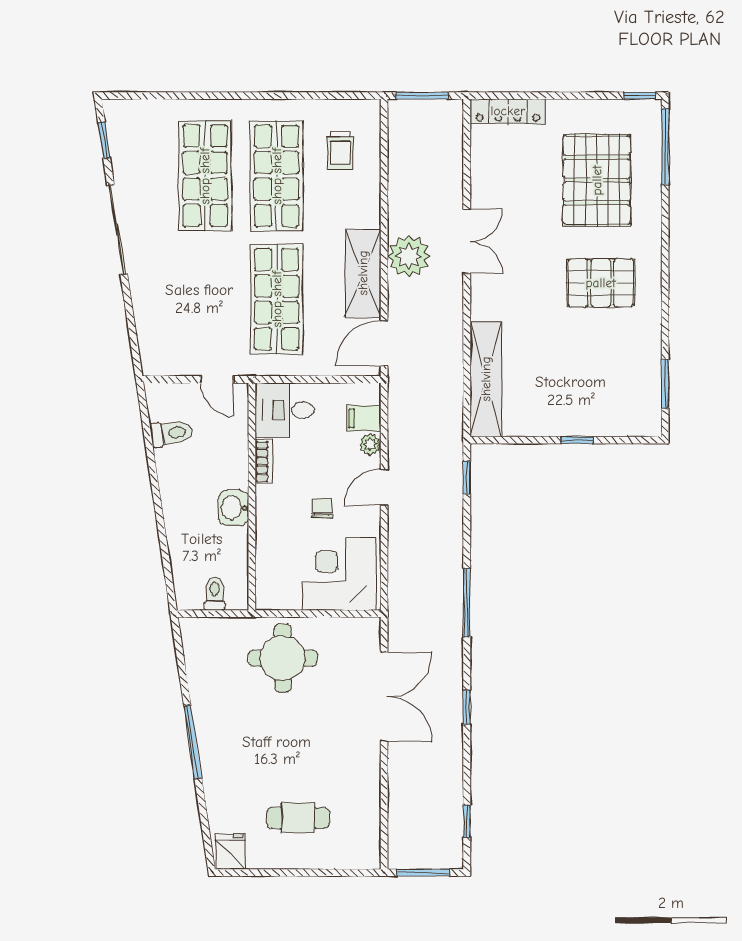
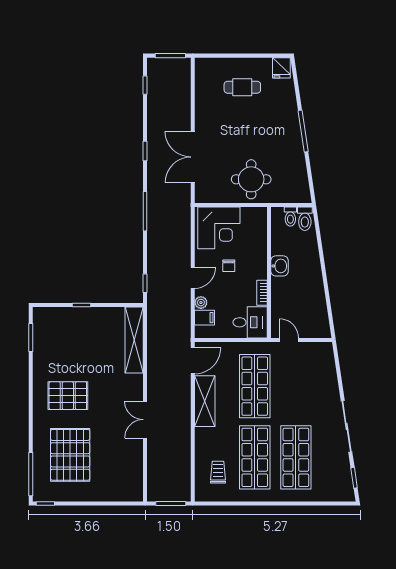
locker: (508, 111) -> (121, 494), removed
plant: (409, 256) -> (178, 411), removed
toilet: (171, 433) -> (305, 219), moved, turned -82

